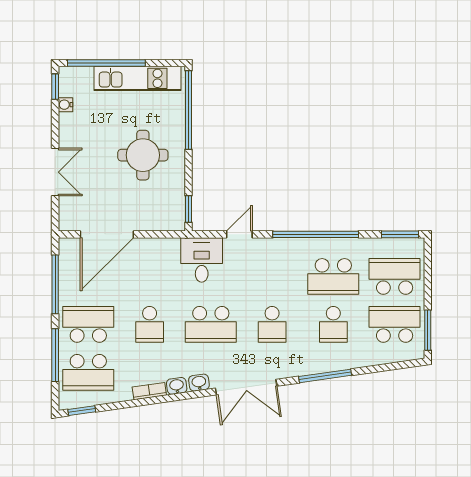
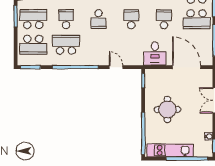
door: (107, 234) -> (187, 67), hinge flipped
door: (239, 234) -> (116, 67), swing flipped
desk: (202, 260) -> (155, 54), moved
school desk: (211, 324) -> (131, 19), width x0.54
school desk: (272, 324) -> (99, 19), turned 180
school desk: (395, 324) -> (33, 19), turned 180

